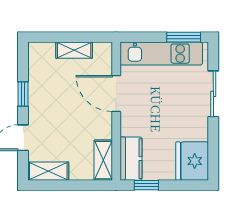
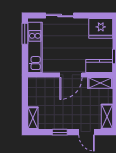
shelving: (74, 50) -> (33, 118), moved
door: (116, 94) -> (71, 75), moved

